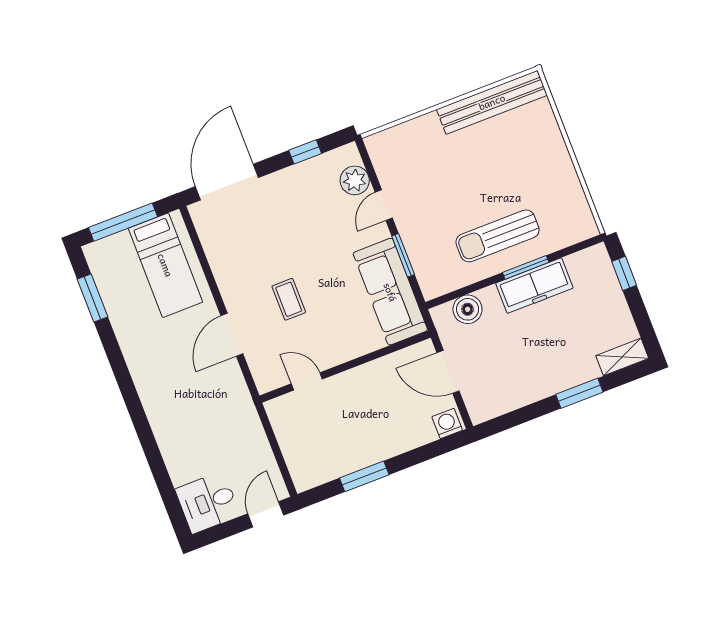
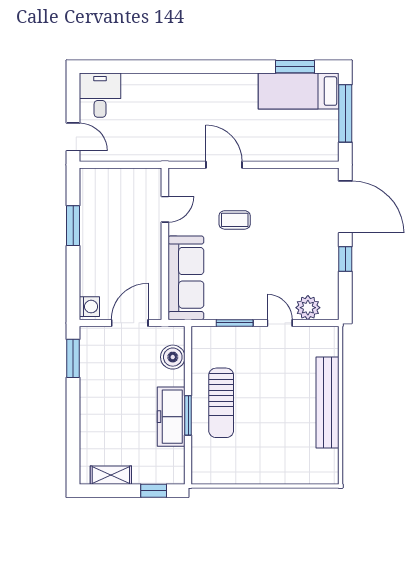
bench: (492, 102) -> (328, 403), moved
window: (305, 152) -> (345, 259), moved
sun lounger: (498, 236) -> (221, 403), turned 180
bed: (165, 265) -> (299, 91), moved
sofa: (390, 292) -> (186, 278), moved, turned 90
shelving: (622, 357) -> (111, 475), moved, turned 90
window: (579, 393) -> (73, 358), moved

